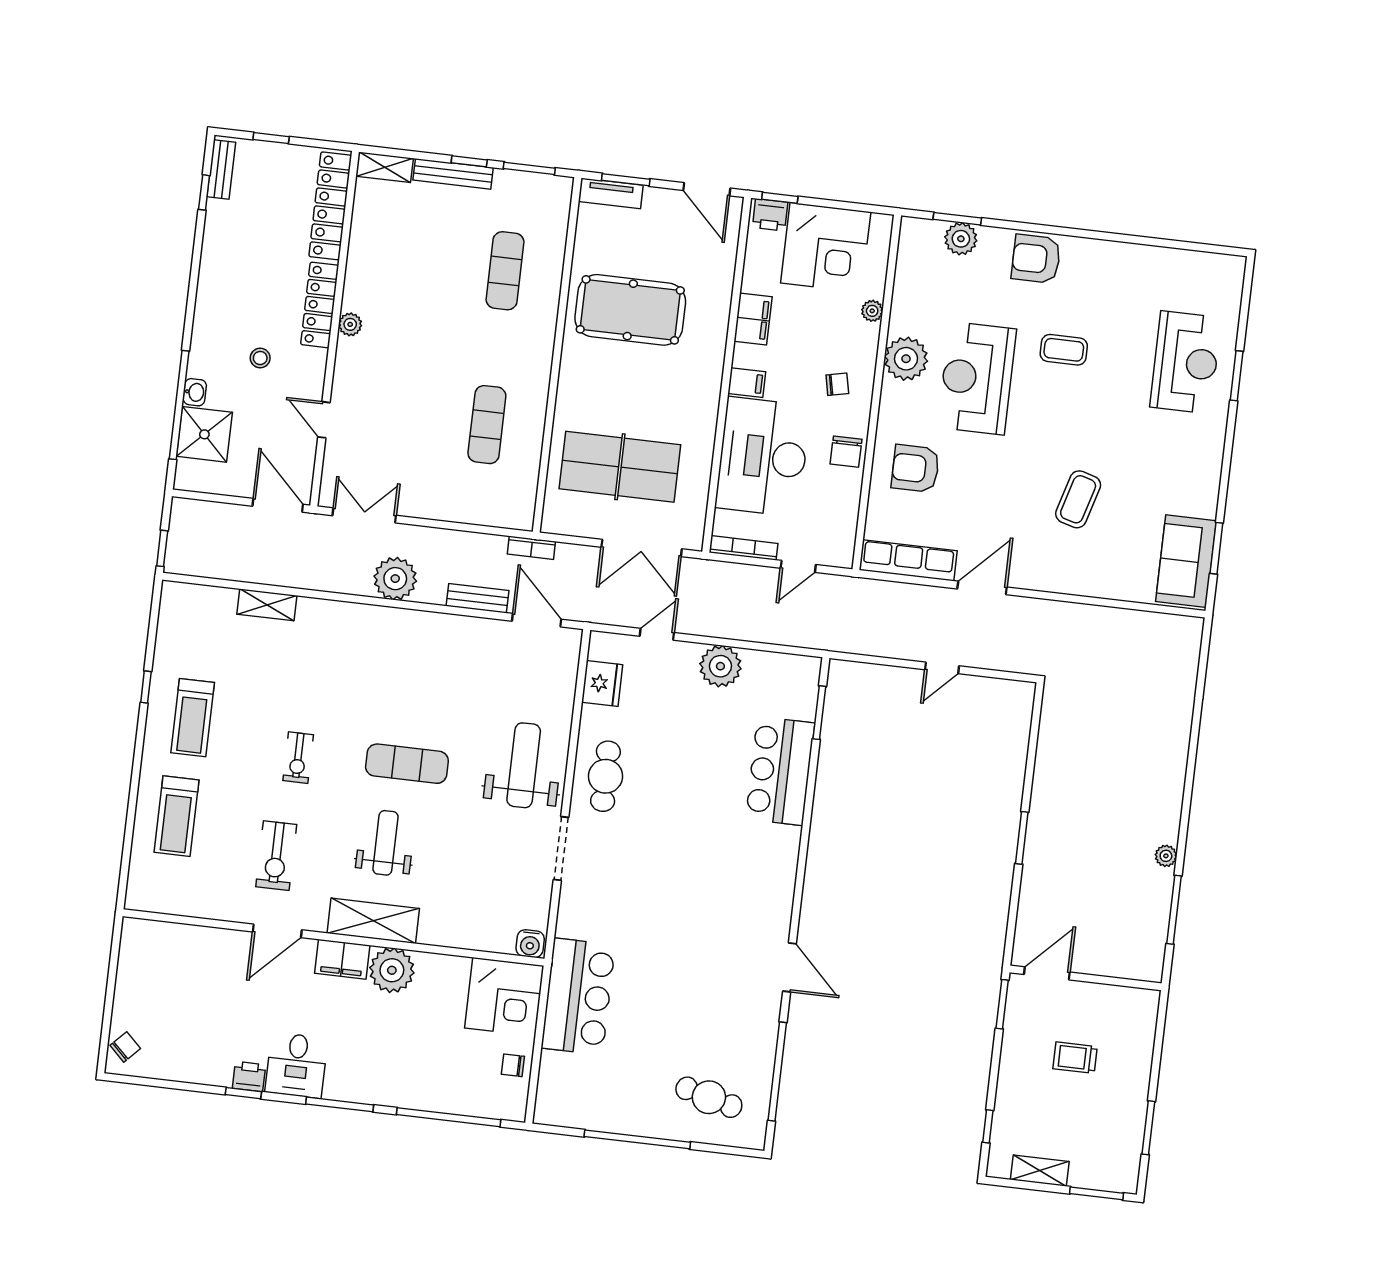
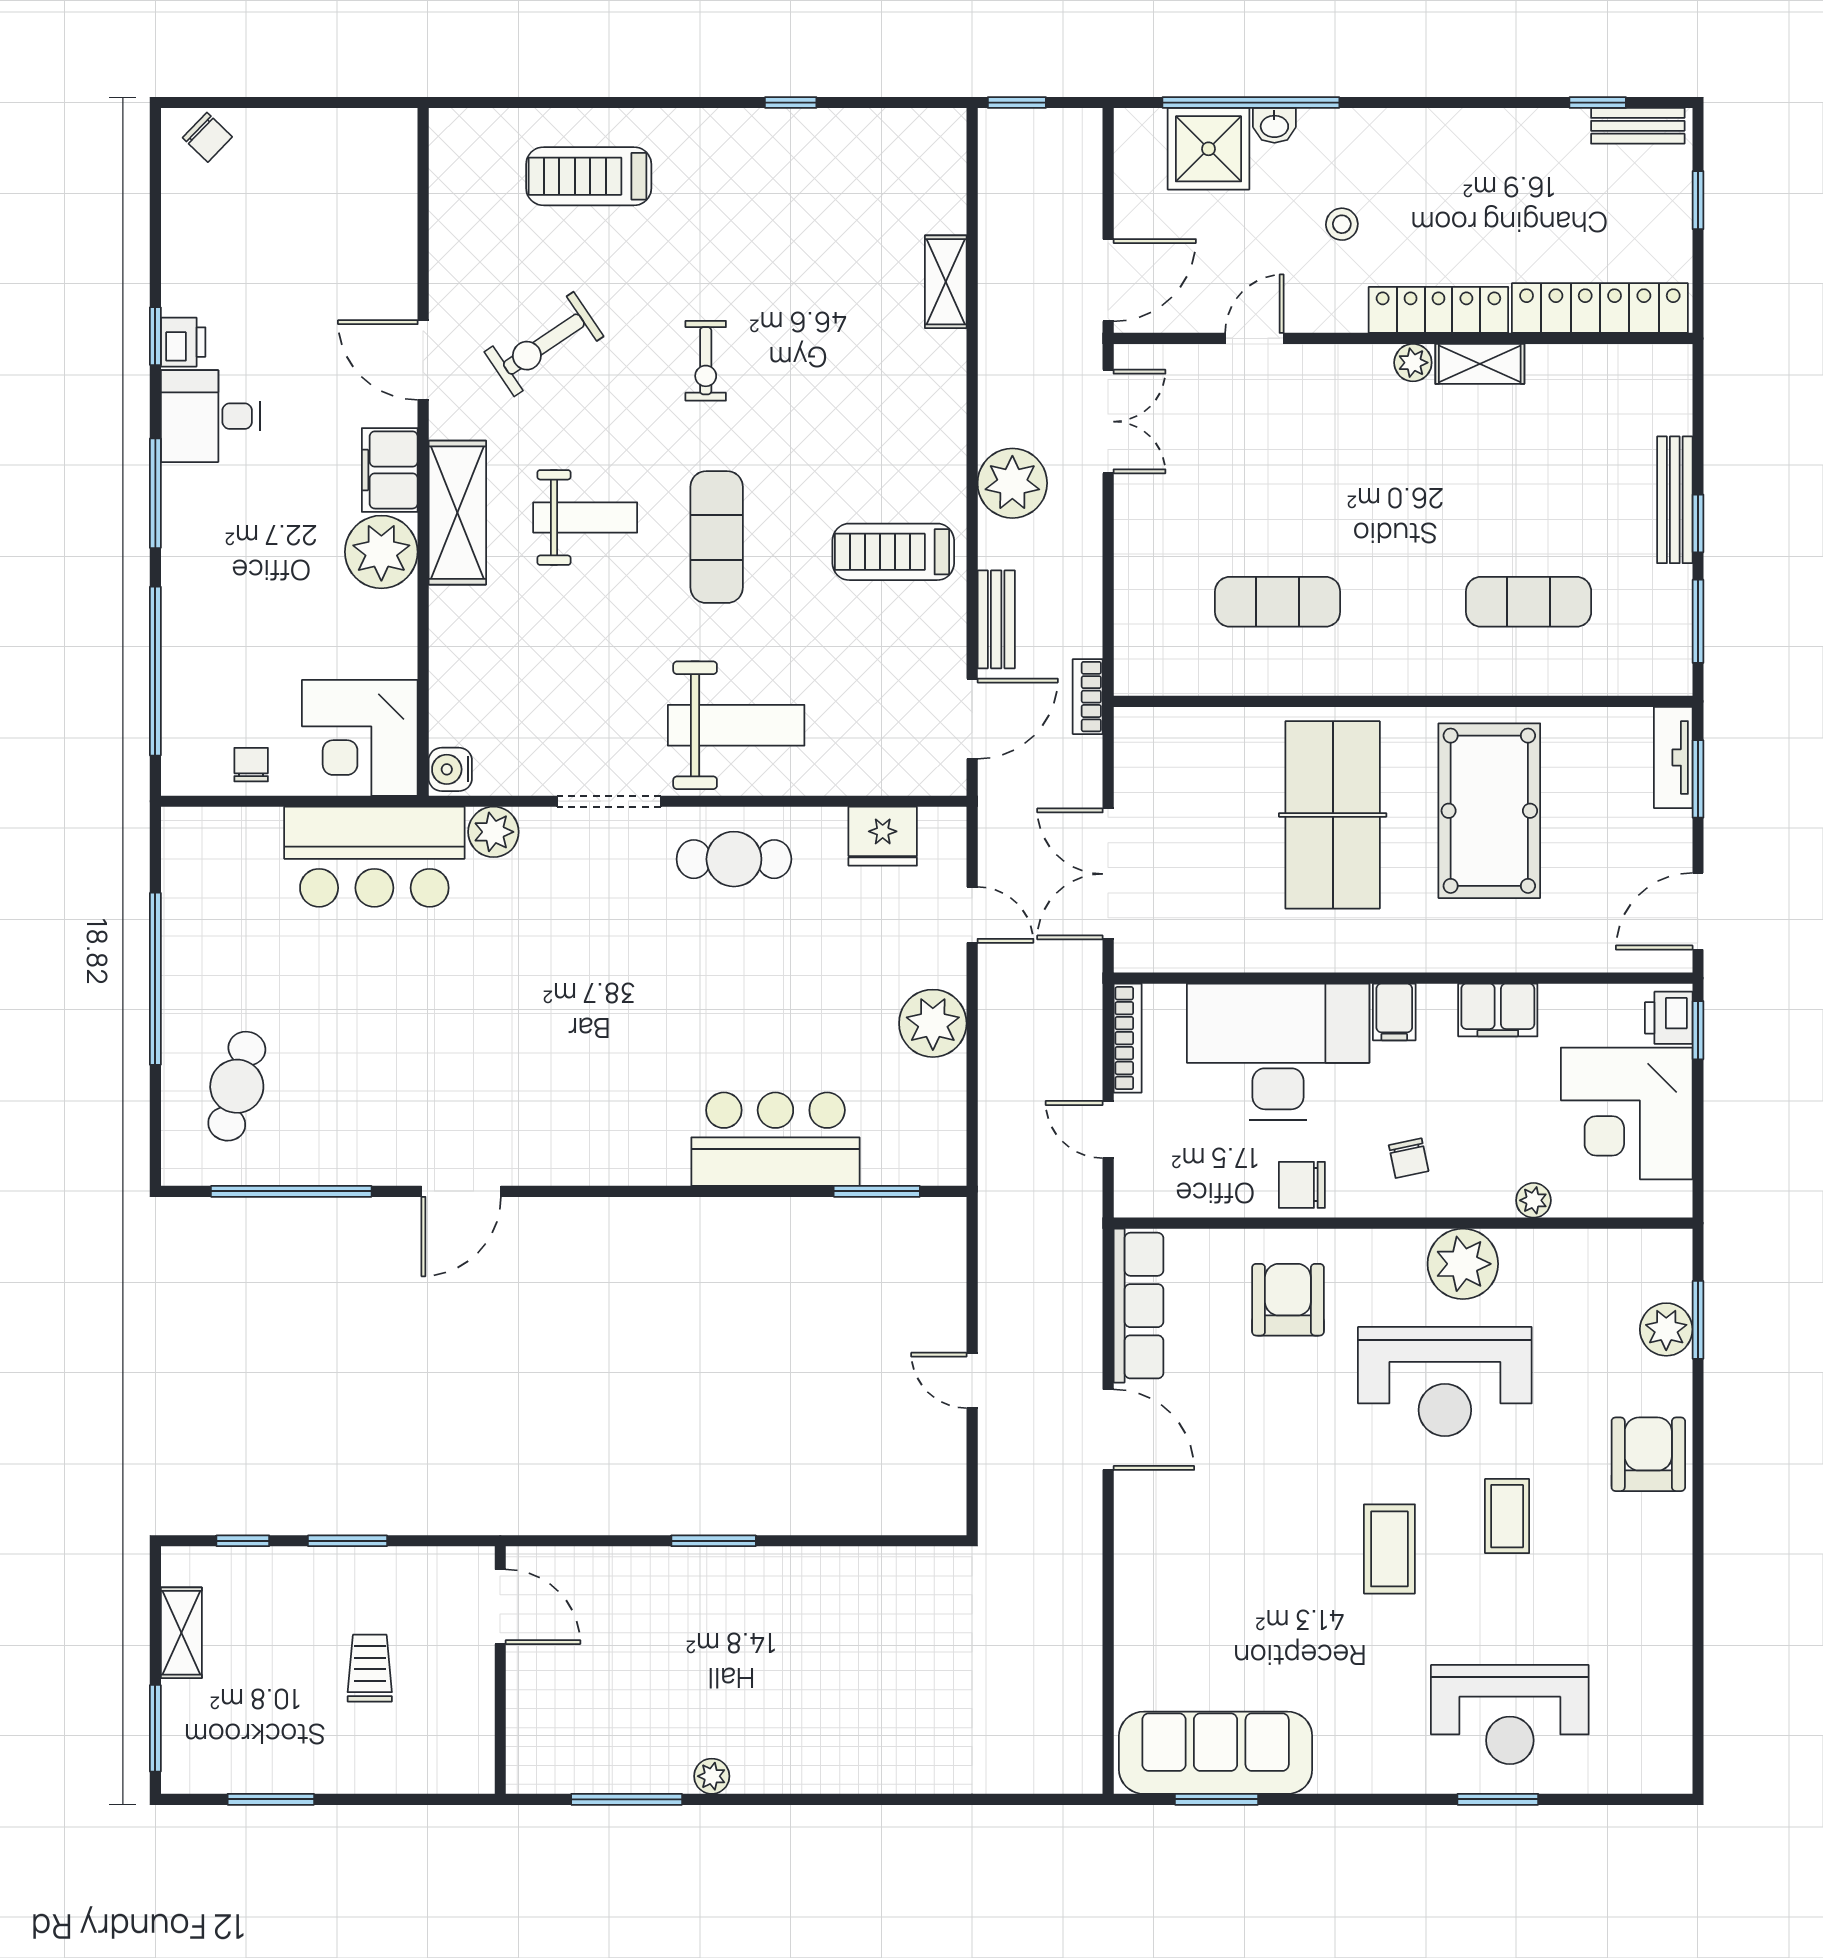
shelving: (385, 167) -> (1480, 364), moved, turned 90
reception desk: (977, 378) -> (1445, 1382), turned 180
table tennis table: (620, 467) -> (1333, 815), moved
coffee table: (1078, 499) -> (1389, 1549), moved, turned 74
sofa: (1186, 561) -> (1216, 1753), width x1.36
treadmill: (193, 718) -> (893, 552), moved
exercise bike: (298, 758) -> (706, 361), turned -90
exercise bike: (276, 856) -> (544, 344), turned -34
plant: (572, 922) -> (493, 832), added
window: (1002, 1004) -> (347, 1541), moved

